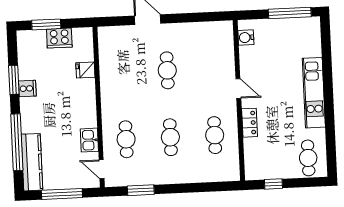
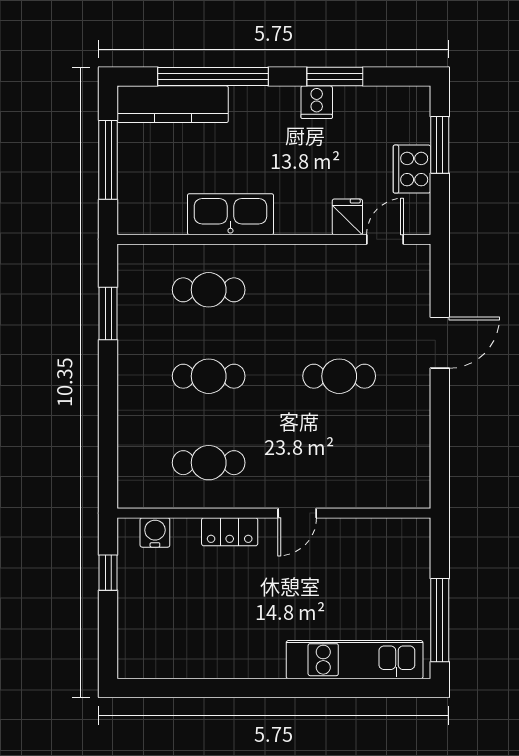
water cooler: (246, 38) -> (155, 532), moved
kitchen unit: (314, 93) -> (355, 660), moved
kitchen sink: (89, 140) -> (230, 214), width x1.87, depth x1.24
cafe table: (308, 158) -> (156, 643), removed
door: (102, 169) -> (385, 239), moved

